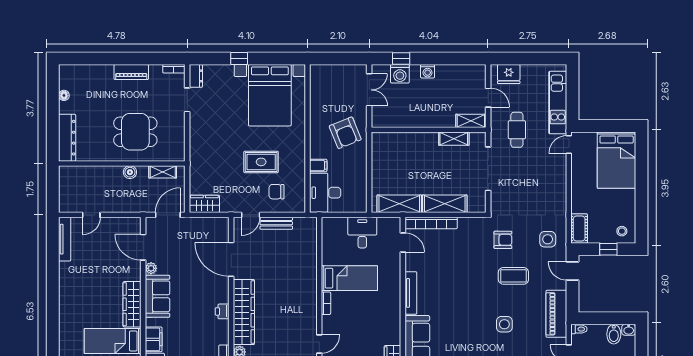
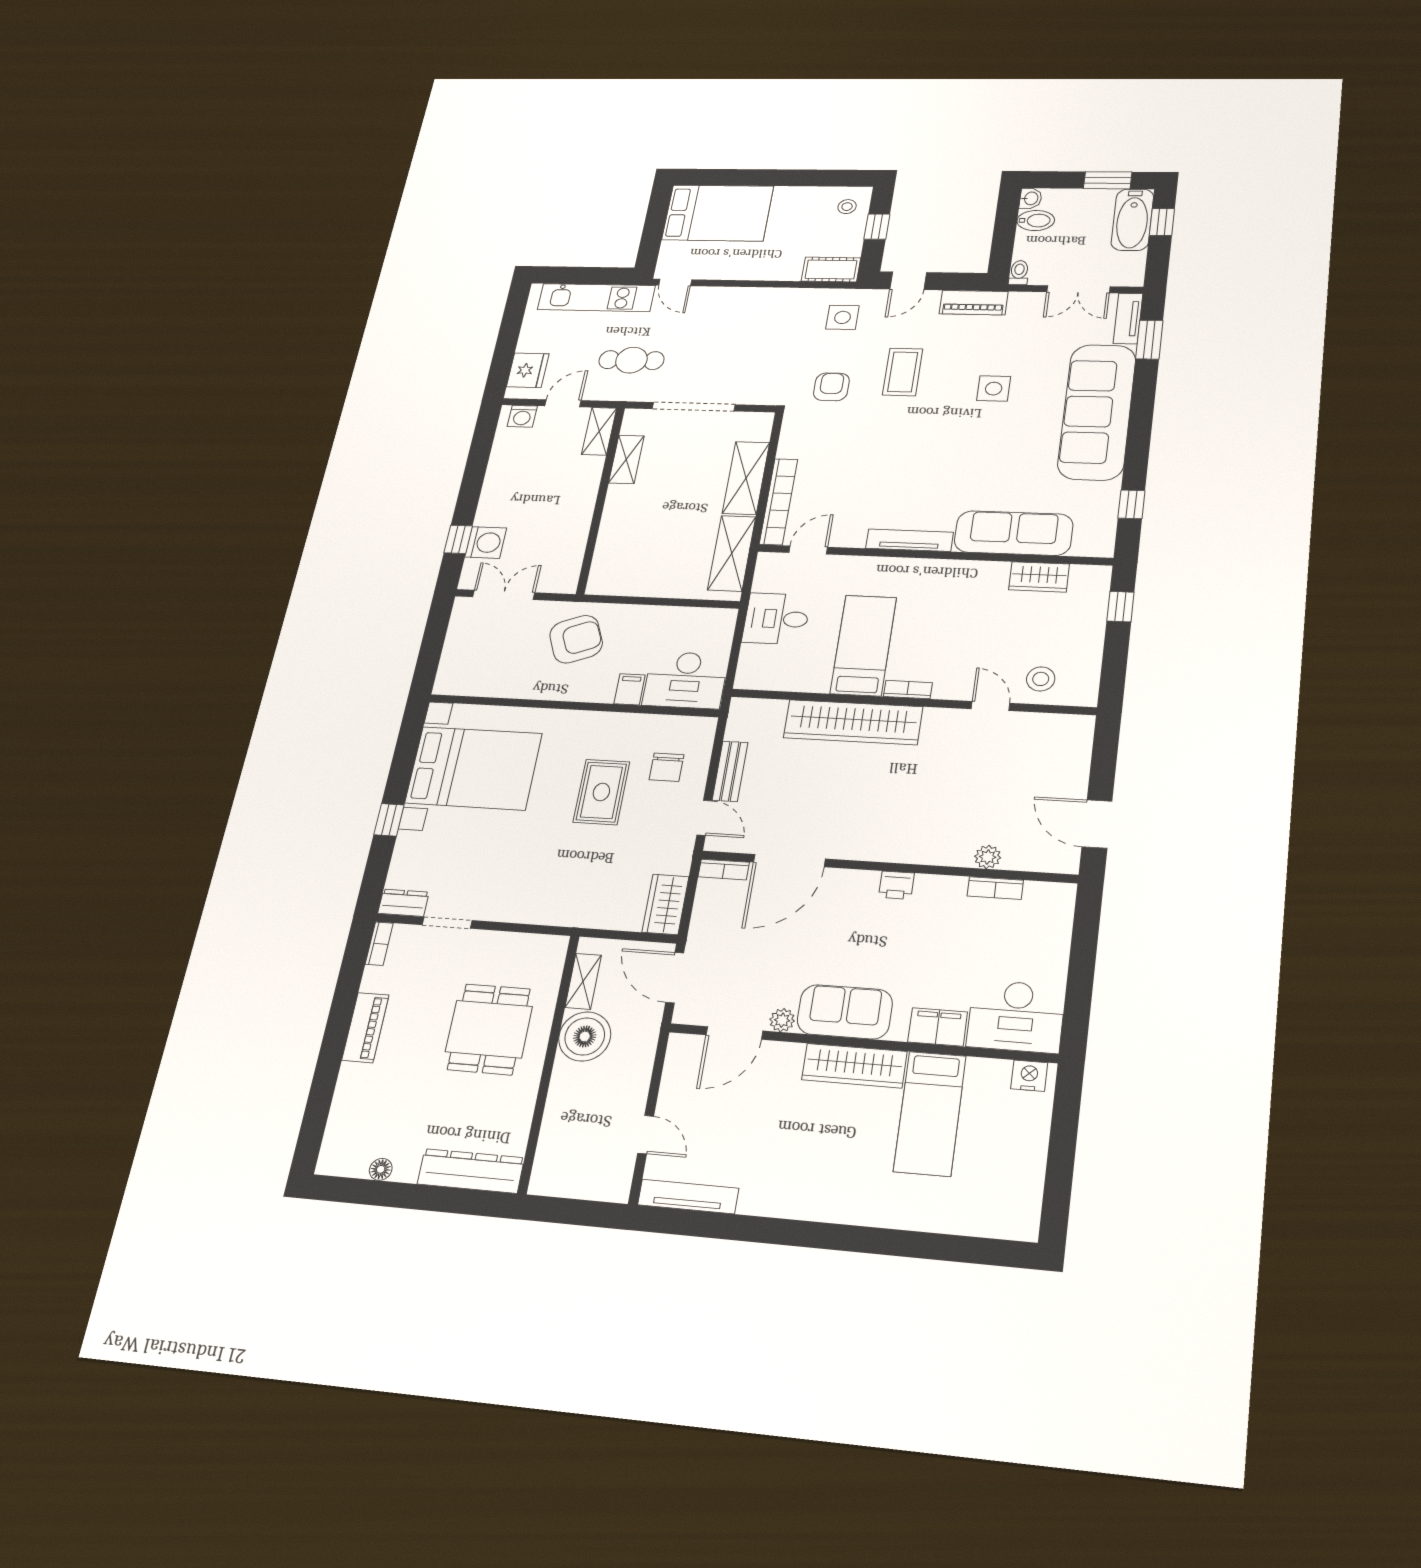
washing machine: (428, 71) -> (522, 416), moved, turned 90
boiler: (130, 172) -> (585, 1036), width x1.86, depth x1.86
bookcase: (224, 229) -> (724, 870), added
wardrobe: (244, 312) -> (853, 722), moved, turned 180
piano: (556, 314) -> (974, 303), width x0.73, depth x0.75

